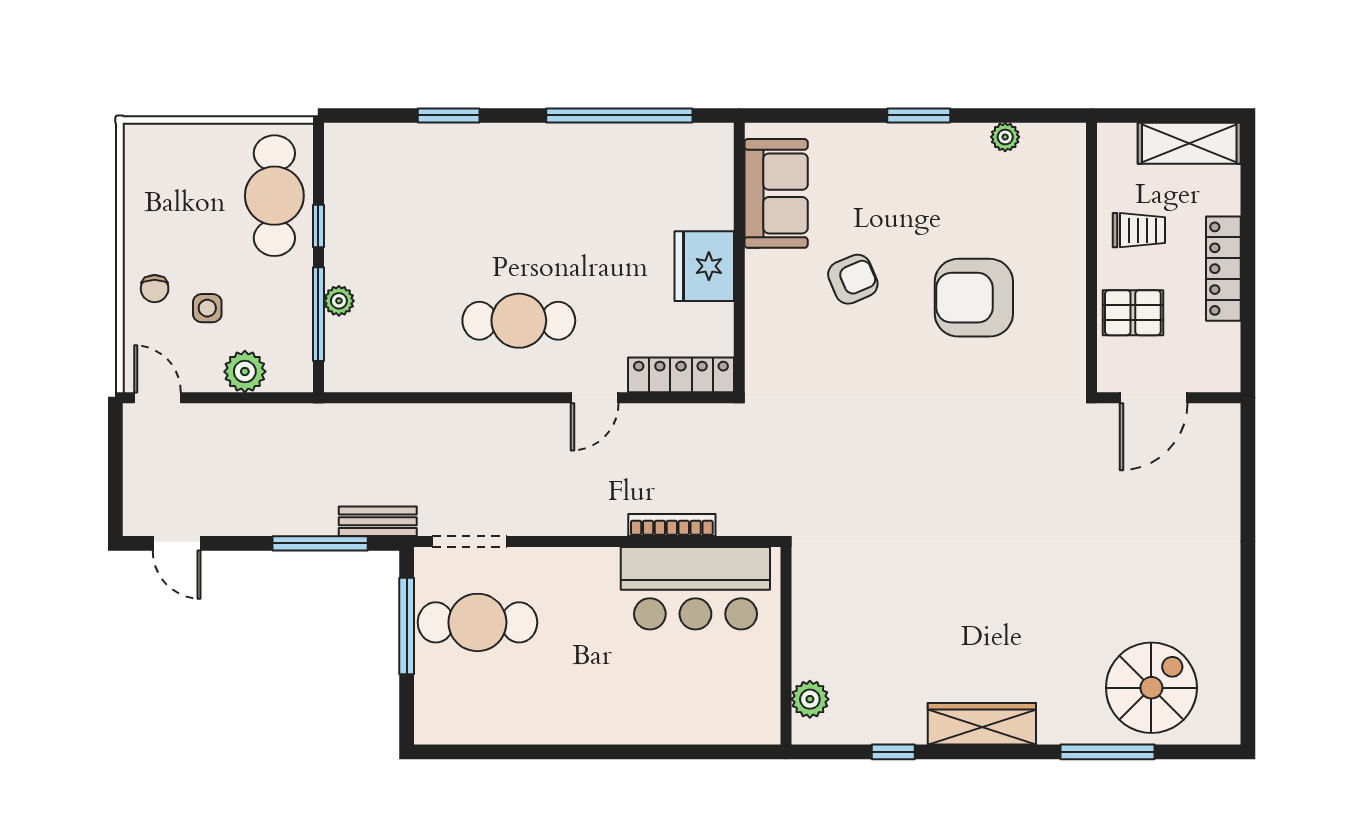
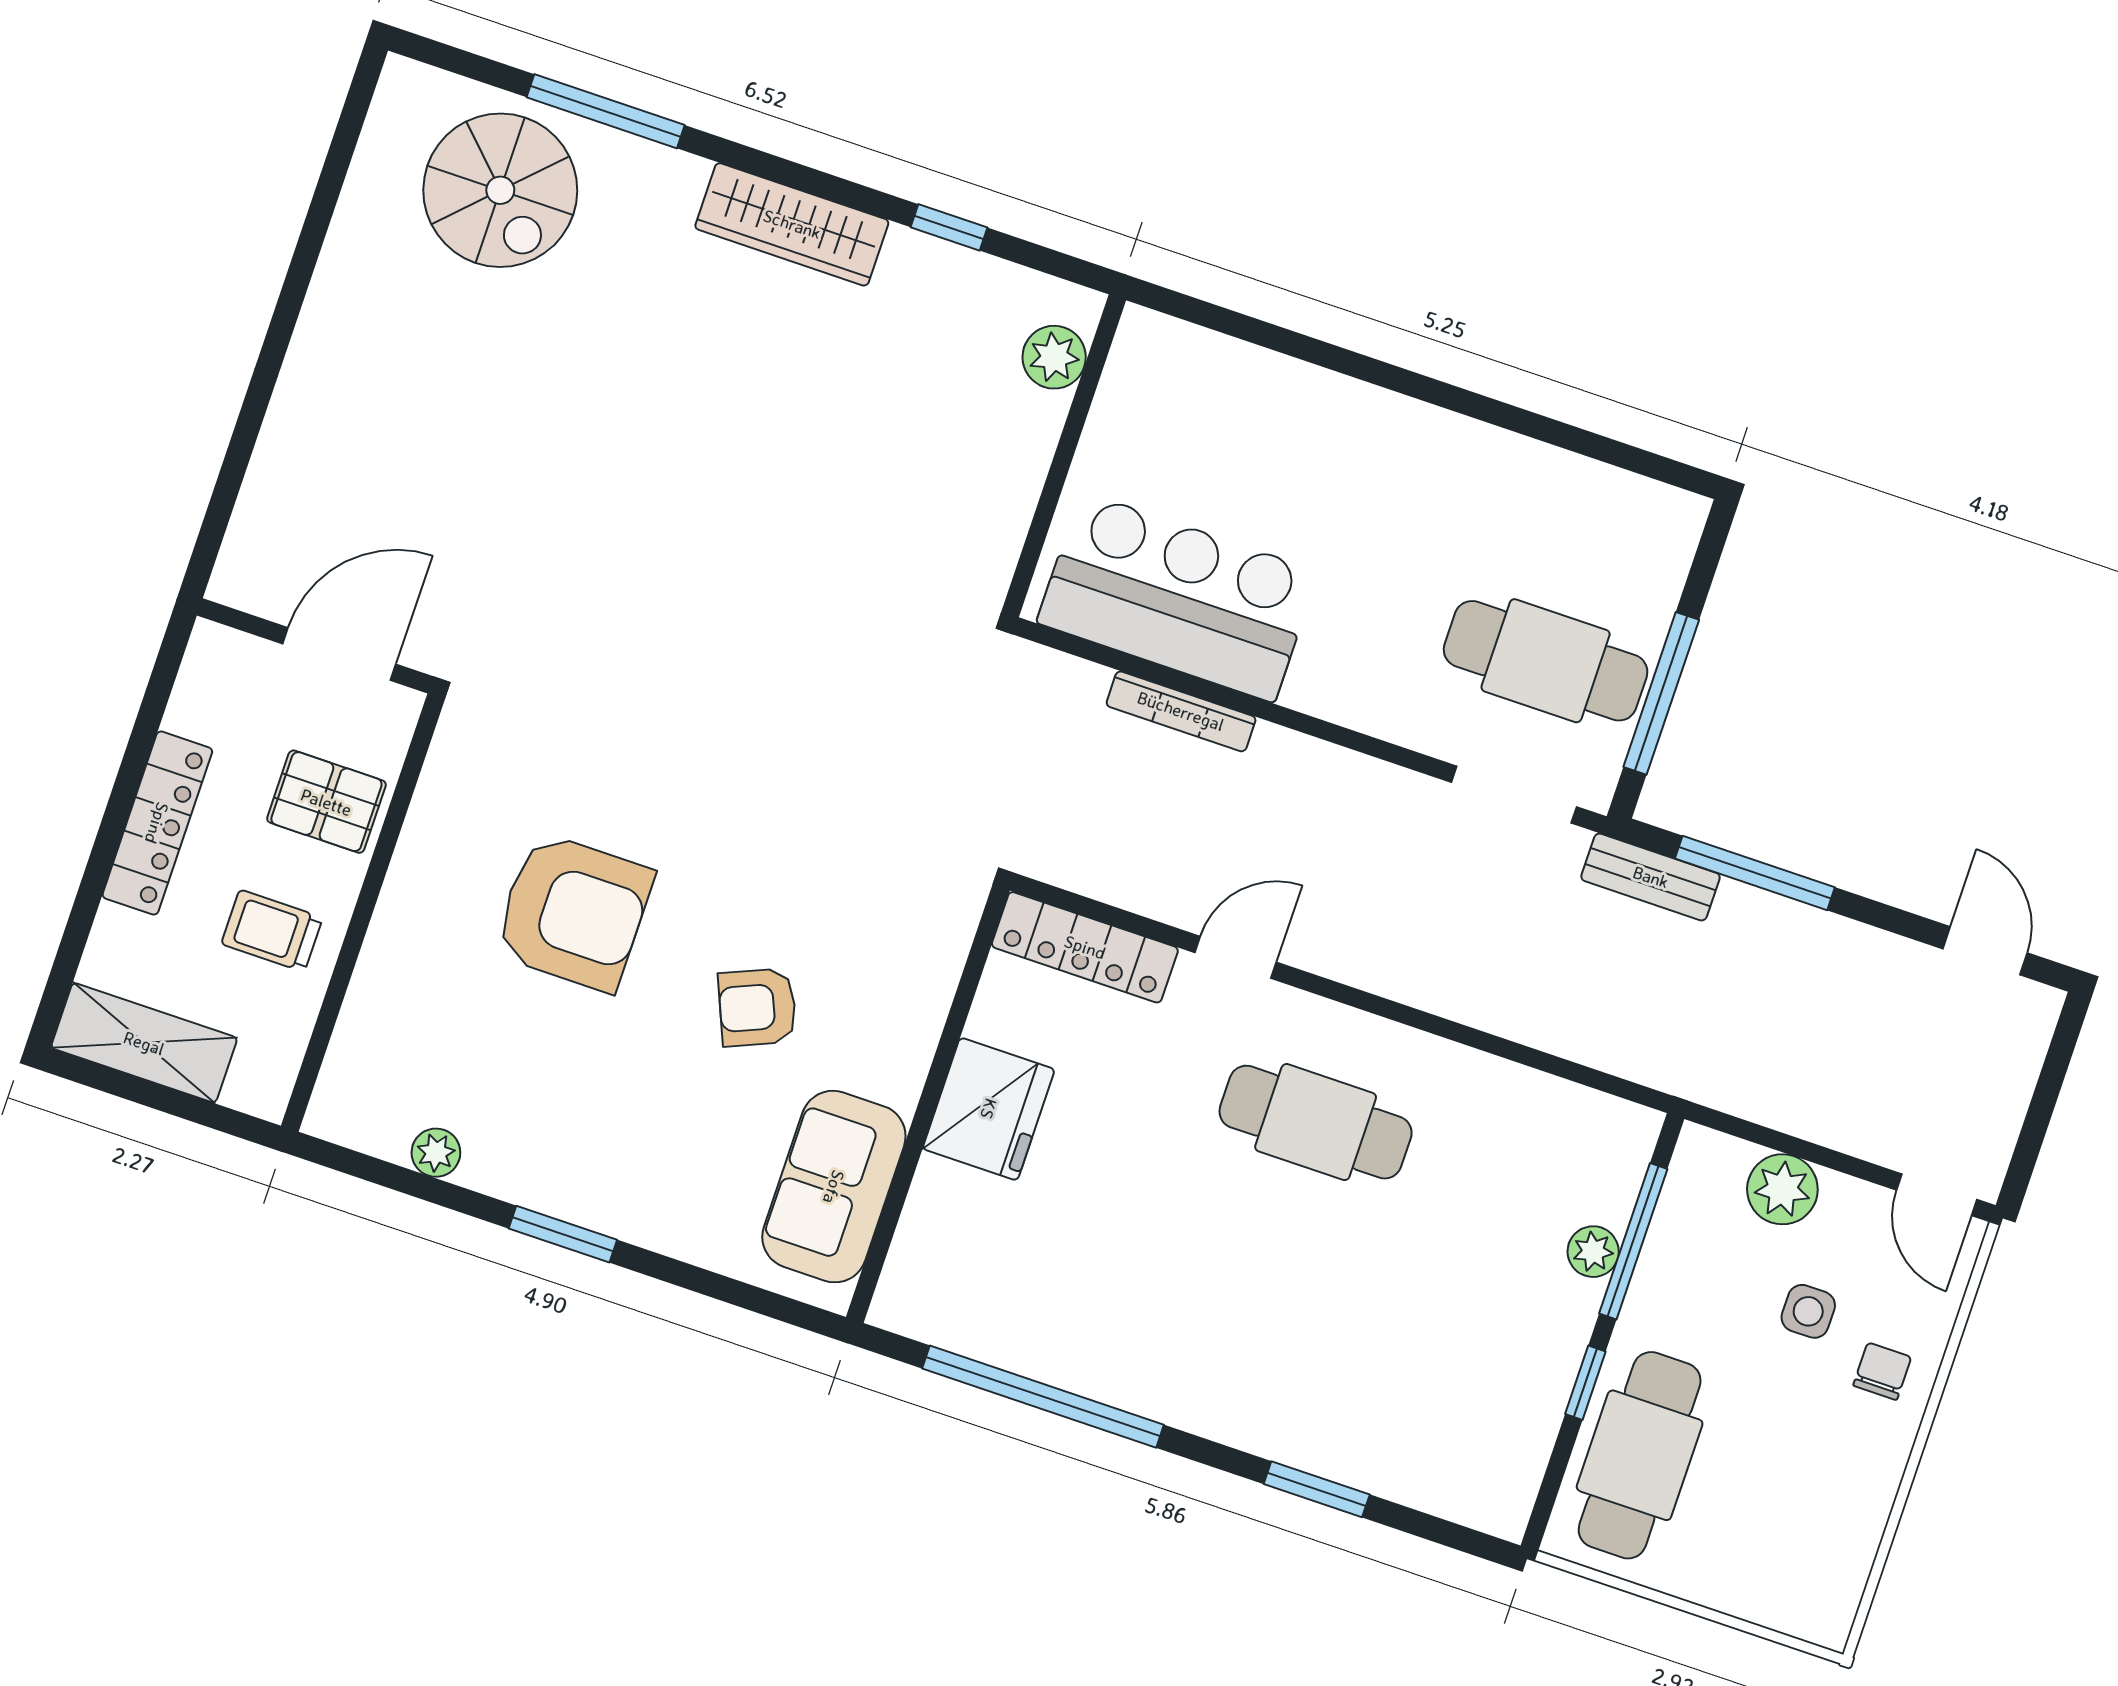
spiral stairs: (1151, 688) -> (500, 190), turned -90

